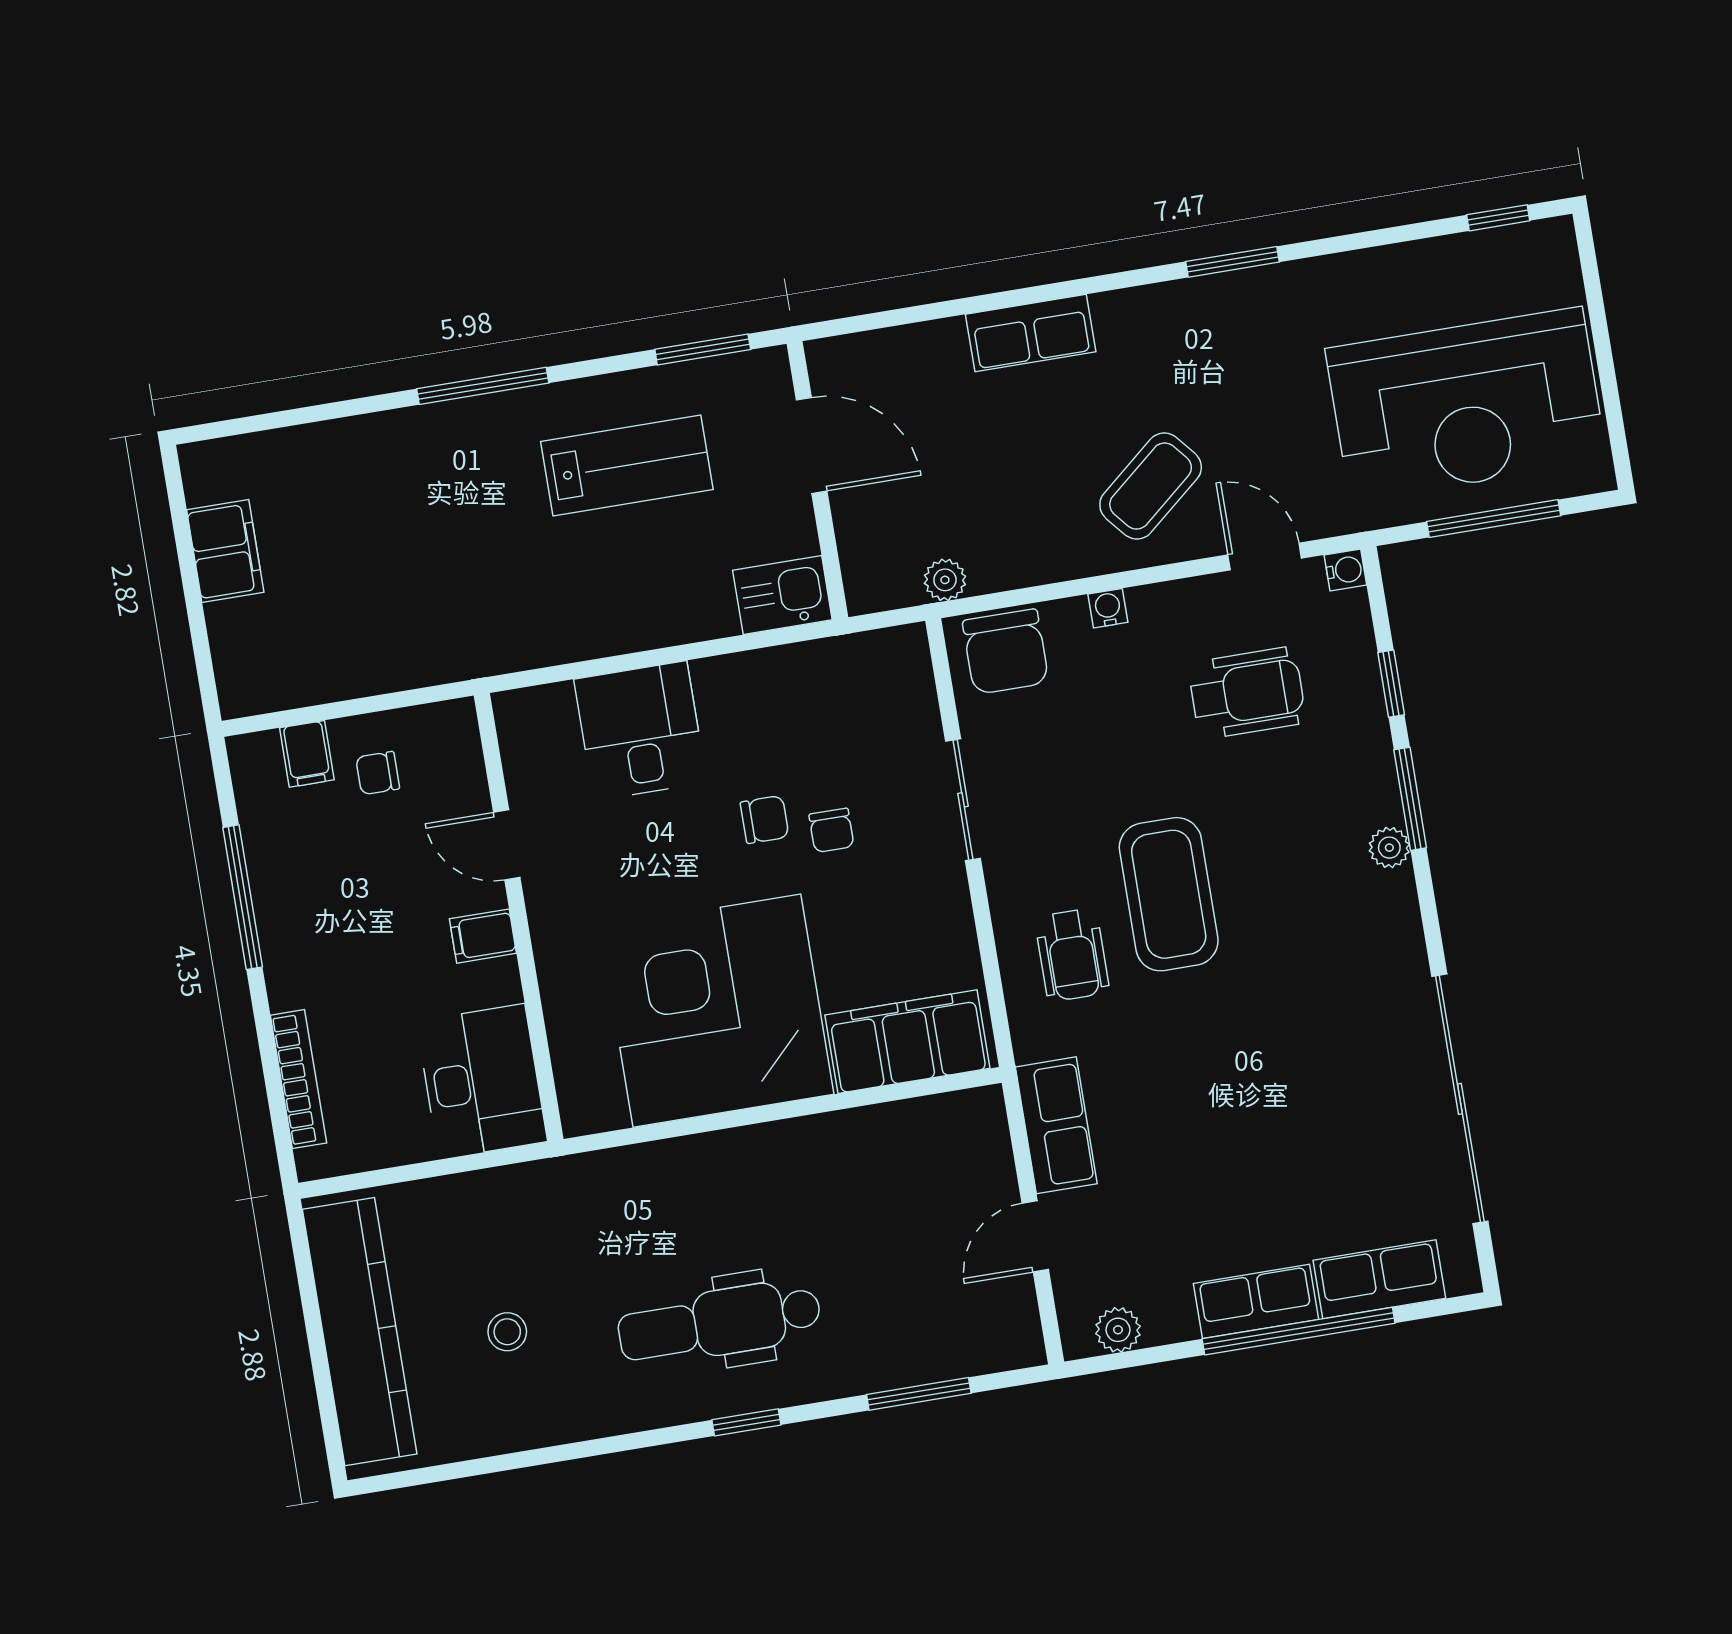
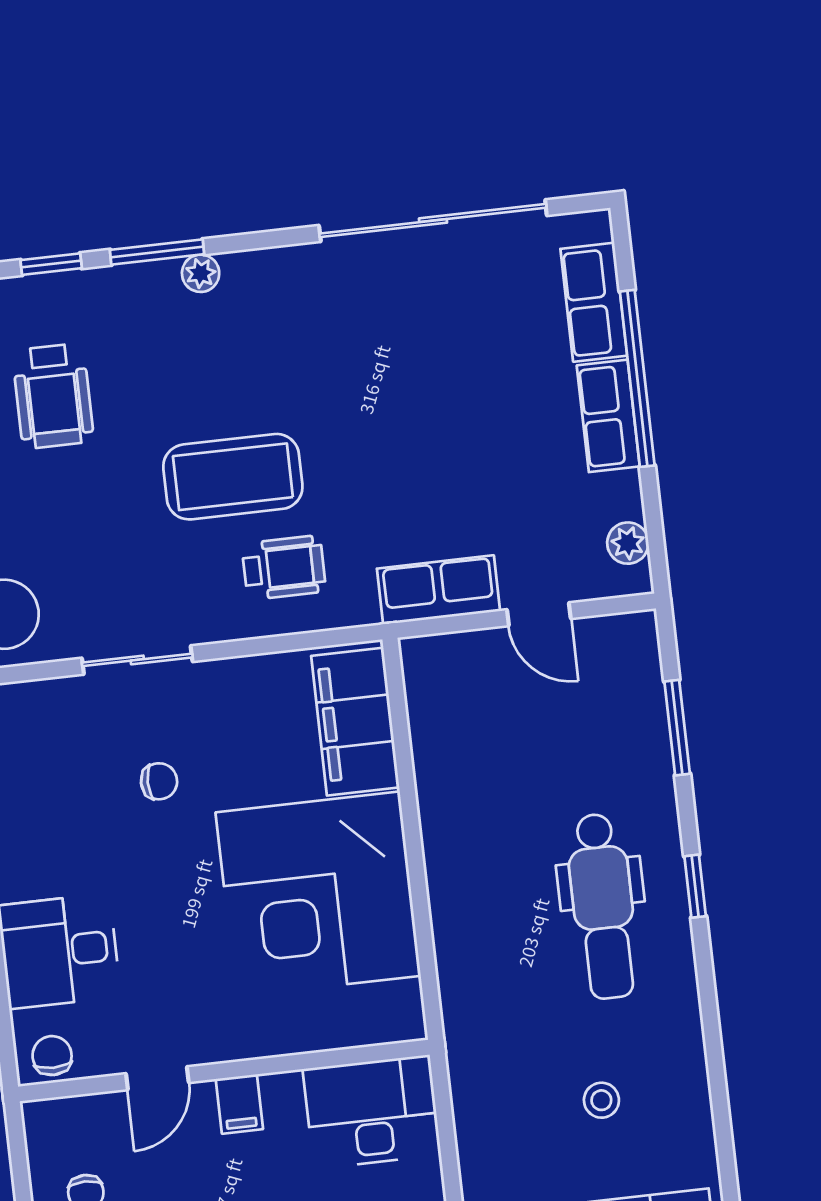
wheelchair: (1247, 693) -> (53, 396), turned 180
chair: (765, 819) -> (52, 1056), moved

